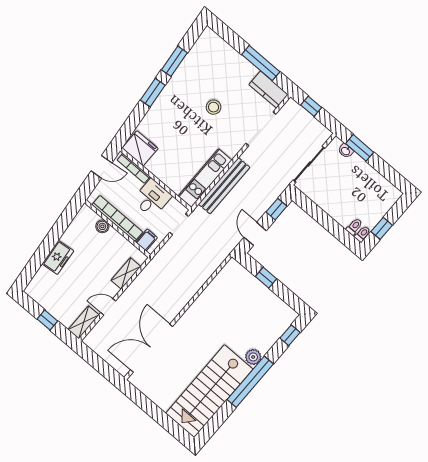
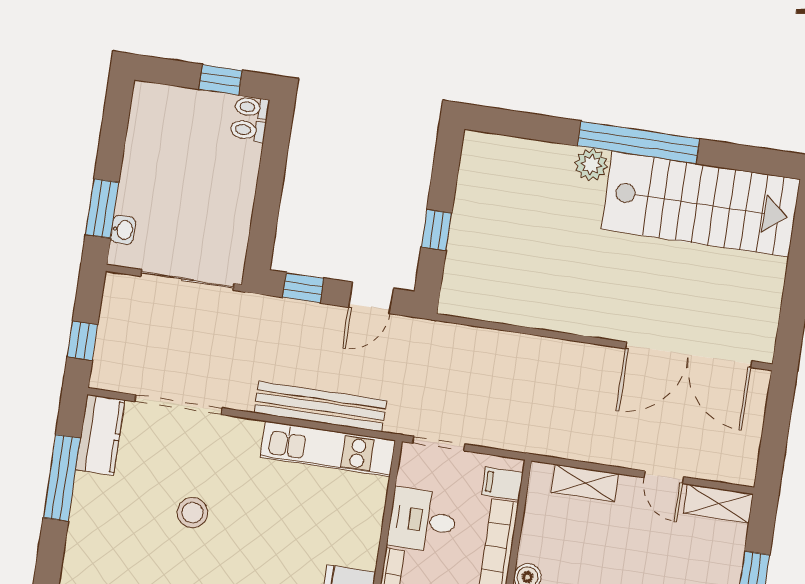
window: (290, 335) -> (512, 123), removed

